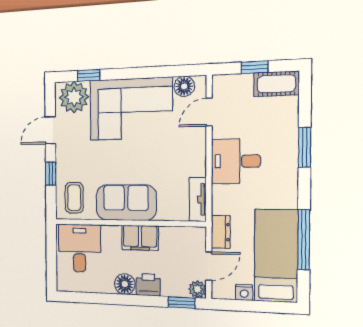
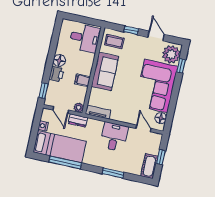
filing cabinet: (140, 238) -> (82, 80), width x0.50
plant: (197, 289) -> (79, 108), moved

